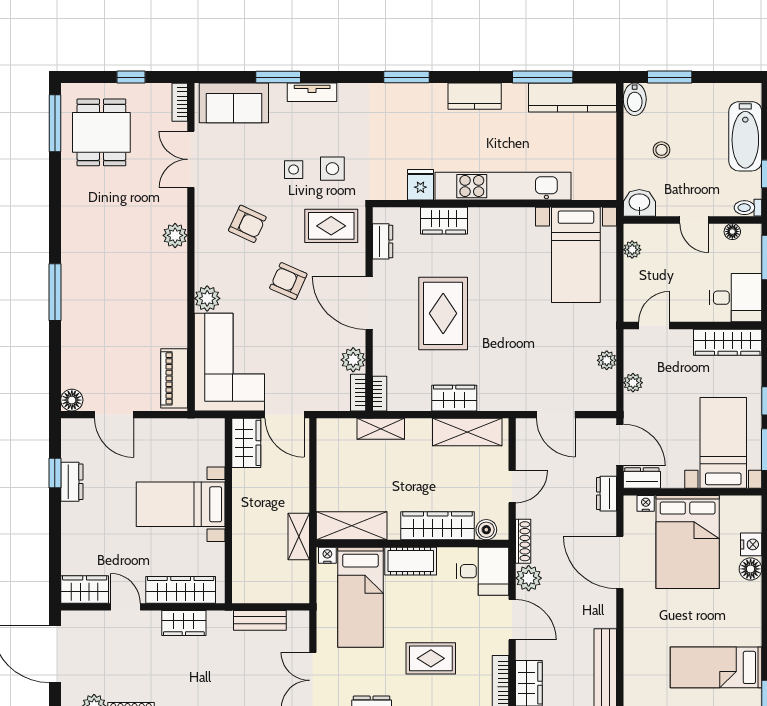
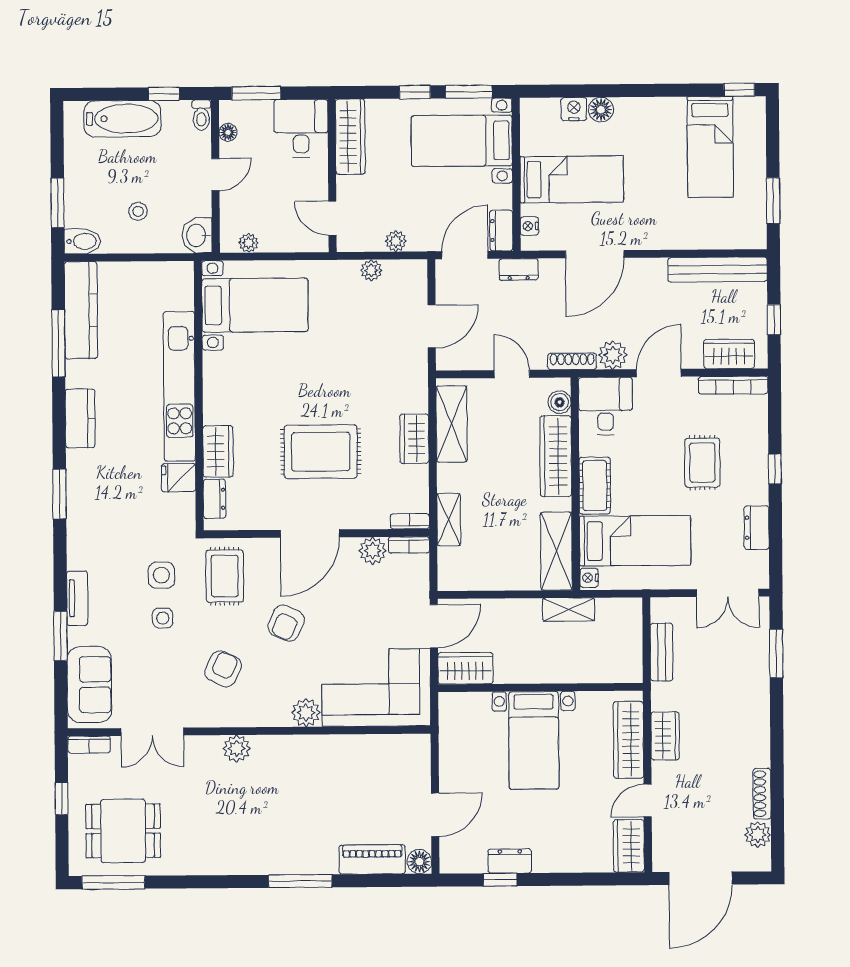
dresser: (383, 241) -> (214, 499), moved, turned 90
piano: (174, 378) -> (372, 859), moved, turned 180
bed: (688, 542) -> (572, 179), width x0.67

